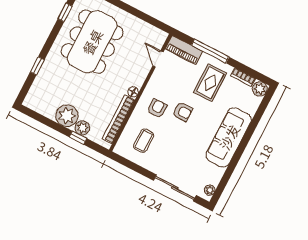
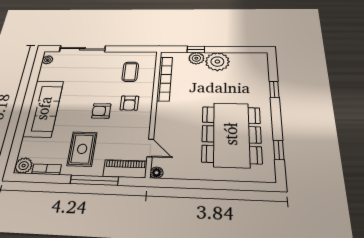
floor lamp: (133, 92) -> (157, 173), moved

